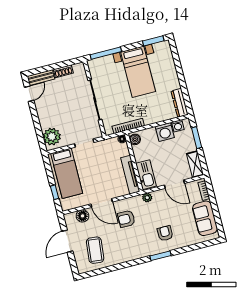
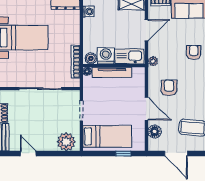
door: (29, 94) -> (28, 154), moved
washing machine: (165, 132) -> (106, 56), moved, turned -90
tv unit: (130, 175) -> (112, 72), moved
door: (102, 203) -> (146, 109), hinge flipped
armchair: (126, 219) -> (169, 88), turned 180
armchair: (165, 233) -> (194, 52), turned 90

